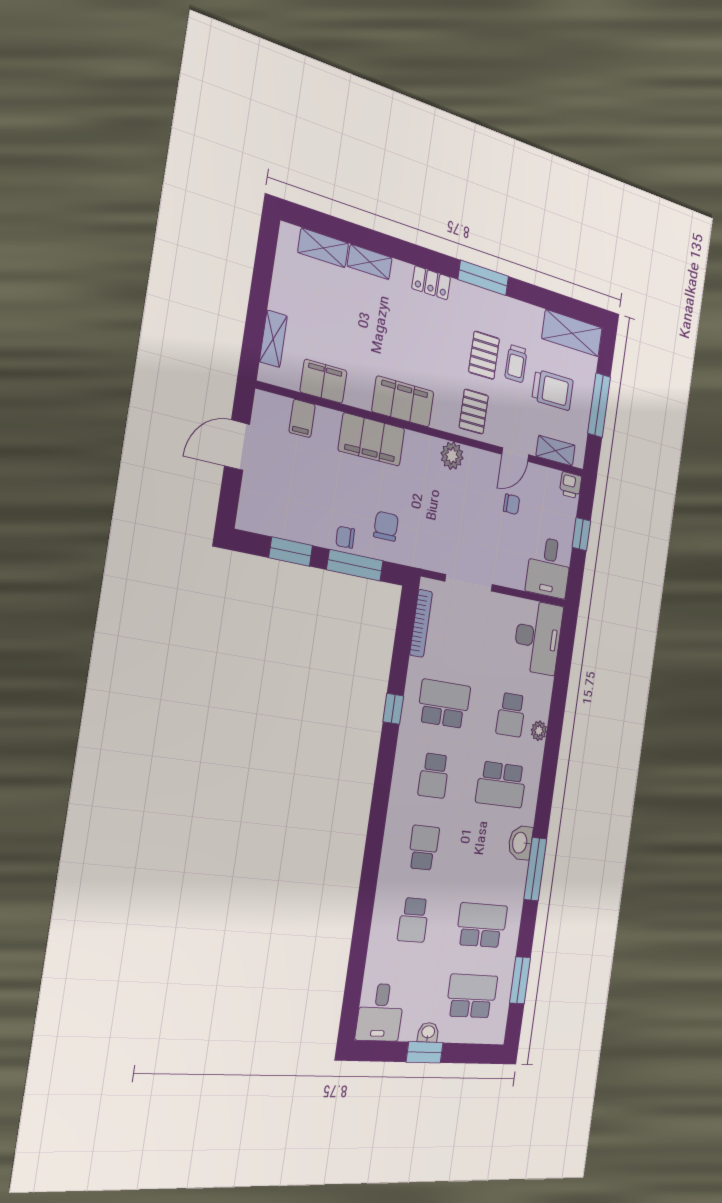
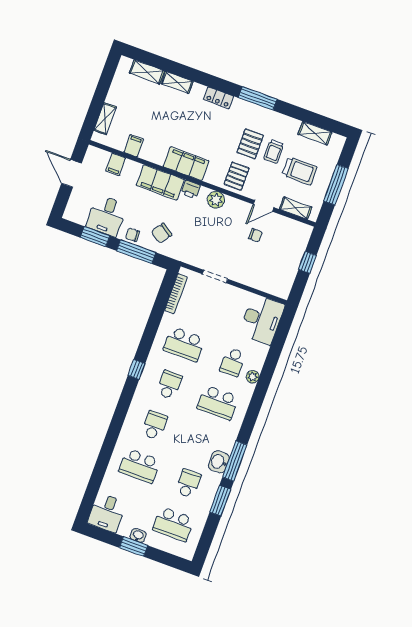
shelving: (572, 333) -> (315, 133), width x0.67, depth x0.75
filing cabinet: (324, 381) -> (134, 146), width x0.50
door: (237, 445) -> (72, 173), hinge flipped
printer: (571, 485) -> (191, 189), moved
chair: (386, 526) -> (161, 233), turned -145
desk: (549, 567) -> (107, 216), moved
doorway: (469, 583) -> (215, 277), width x0.73
school desk: (444, 704) -> (184, 344), turned 180
window: (393, 709) -> (136, 369), moved
school desk: (434, 776) -> (169, 385), turned 180
washbasin: (520, 843) -> (219, 462), moved
school desk: (413, 920) -> (140, 466), width x1.85
school desk: (482, 925) -> (188, 484), width x0.54
window: (520, 980) -> (220, 501), moved
school desk: (472, 996) -> (173, 524), turned 180

